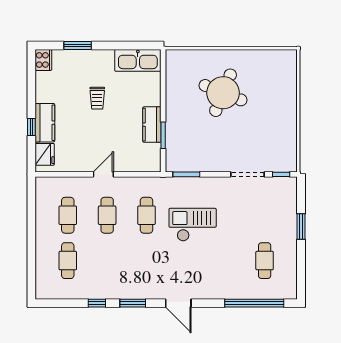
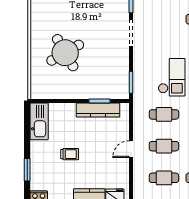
round table: (223, 93) -> (65, 53), turned 38
kitchen counter: (152, 125) -> (98, 110), width x1.50
door: (103, 174) -> (131, 149), hinge flipped
checkout: (193, 225) -> (172, 77), turned 180

